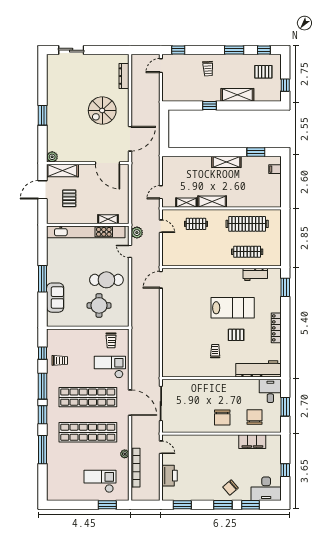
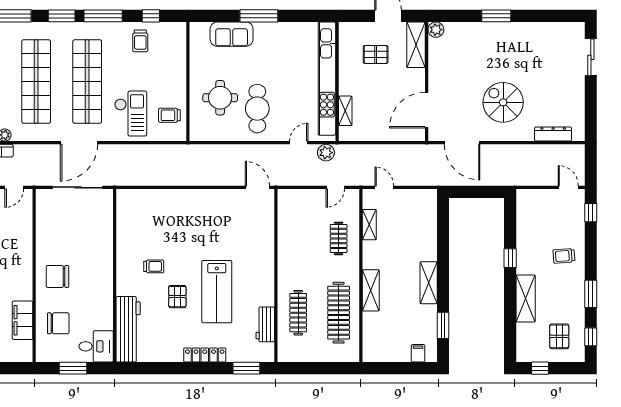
shelving: (212, 202) -> (371, 290), moved
locker: (276, 328) -> (205, 355), moved

